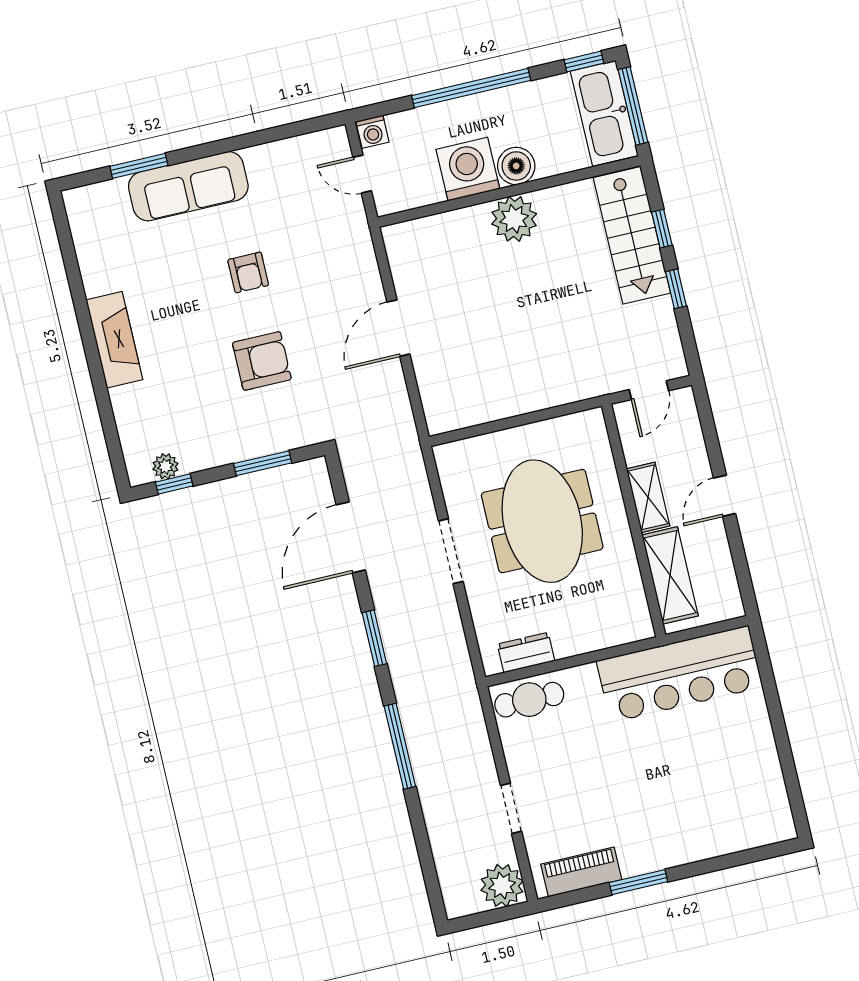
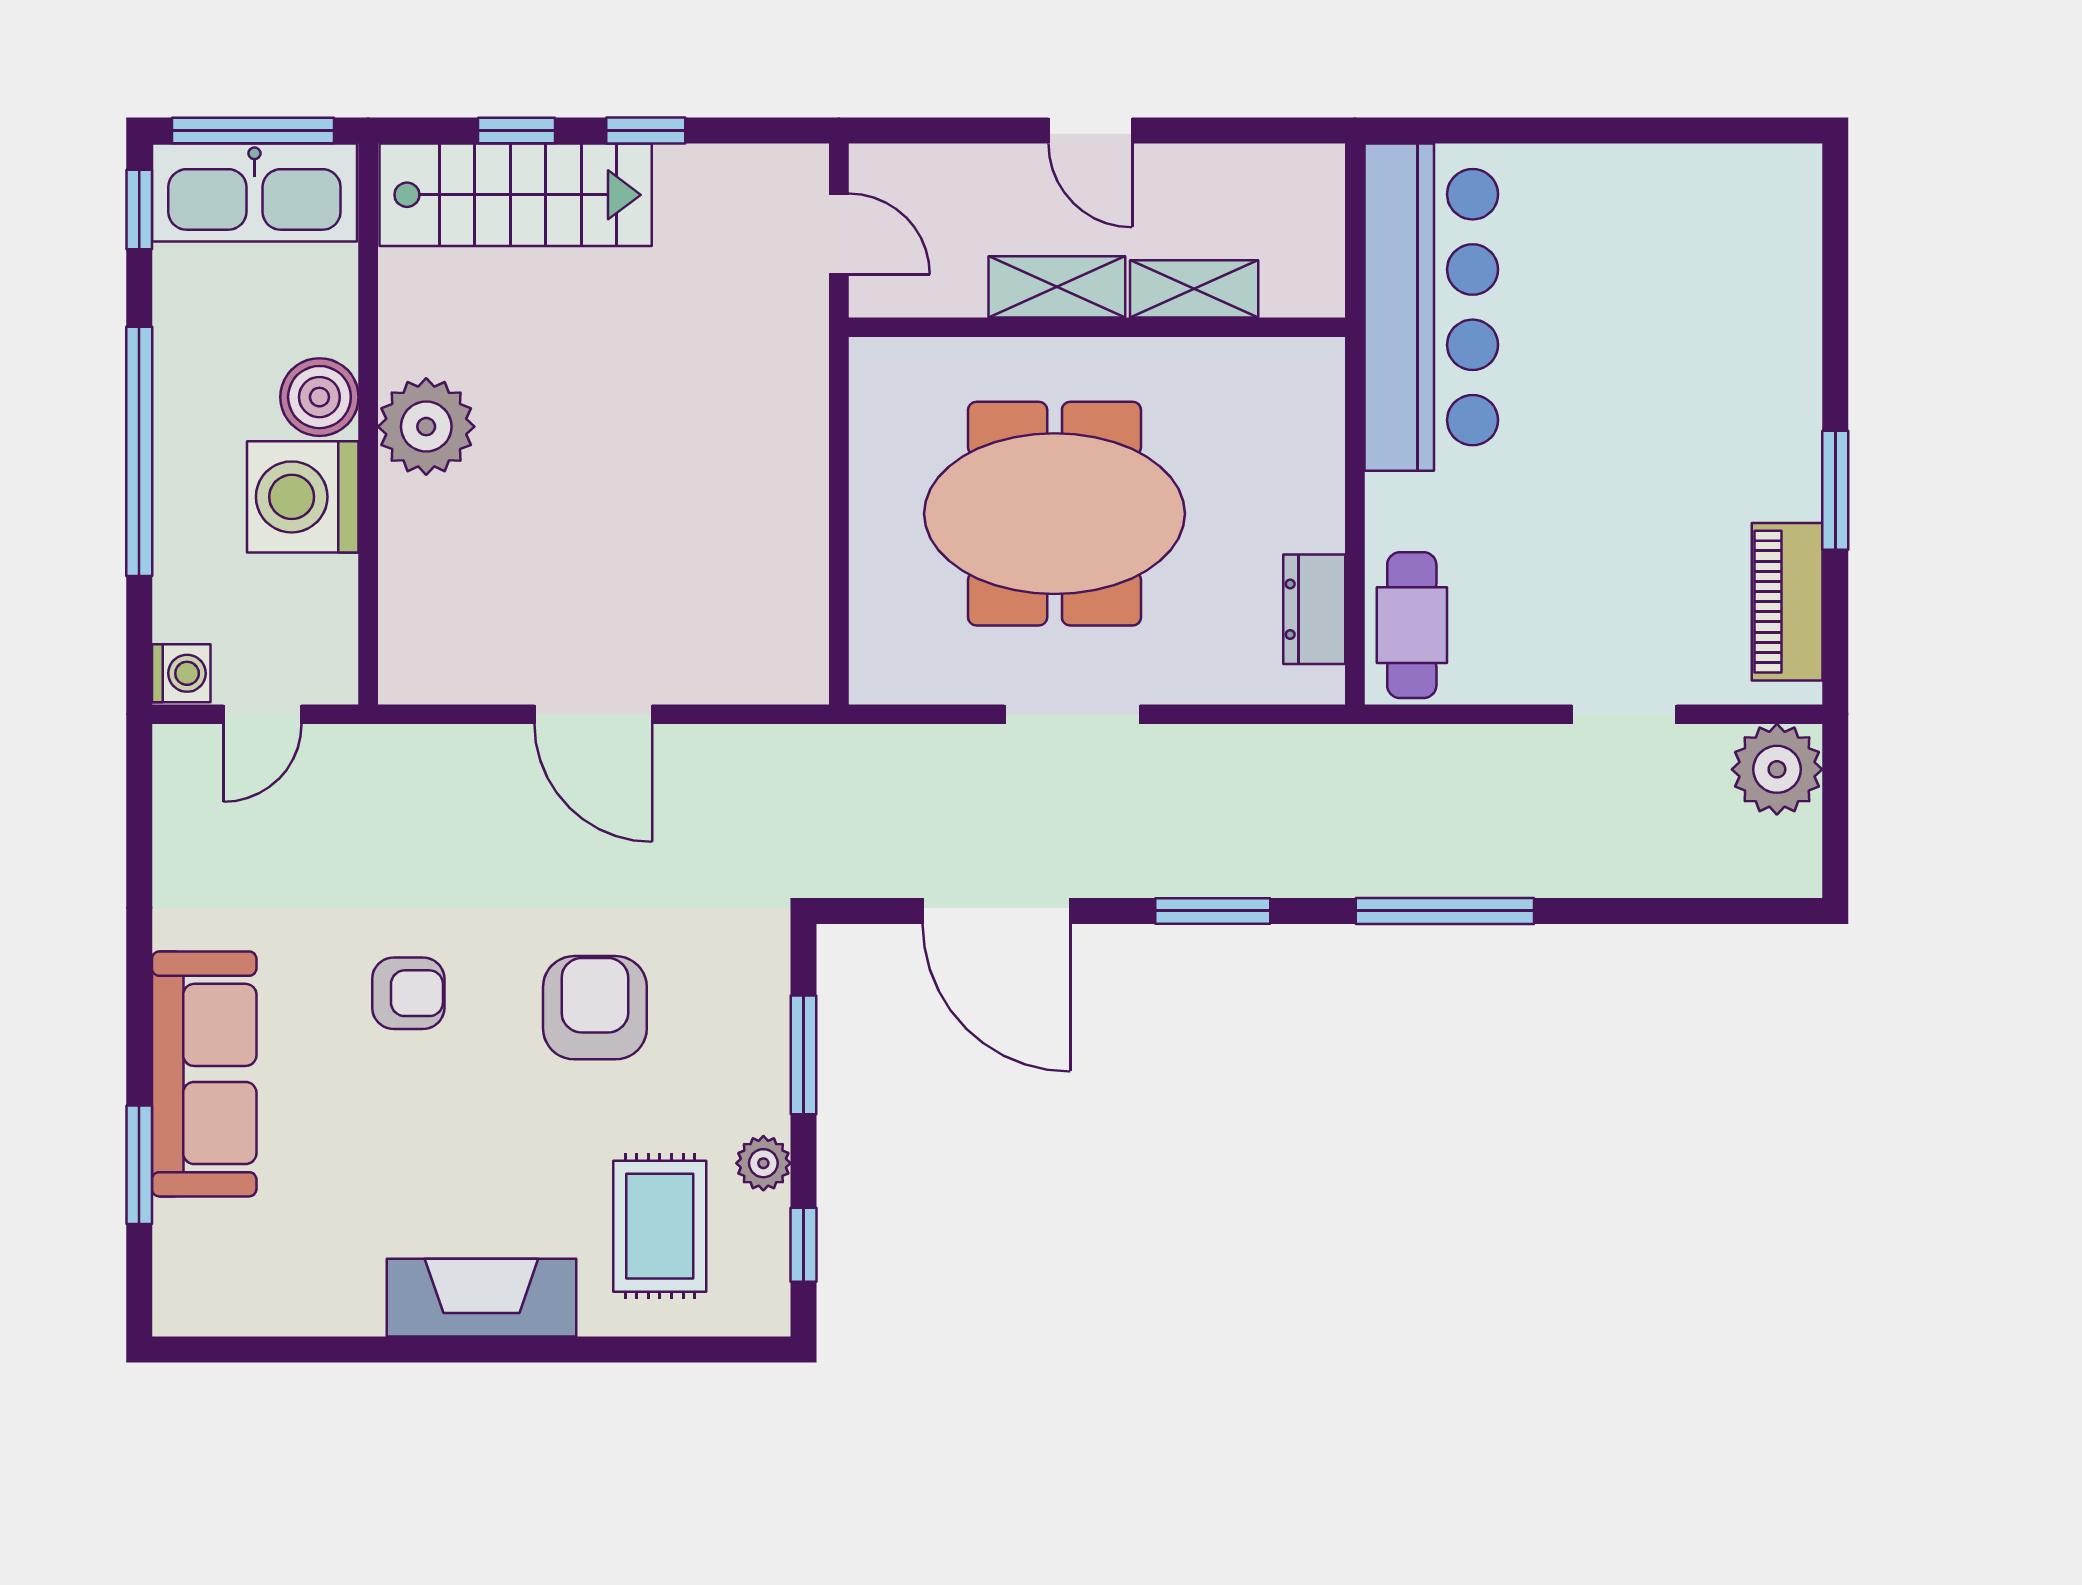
rug: (167, 415) -> (660, 1226), added
plant: (165, 466) -> (763, 1163), moved
shelving: (670, 575) -> (1194, 289), width x0.67, depth x0.75

